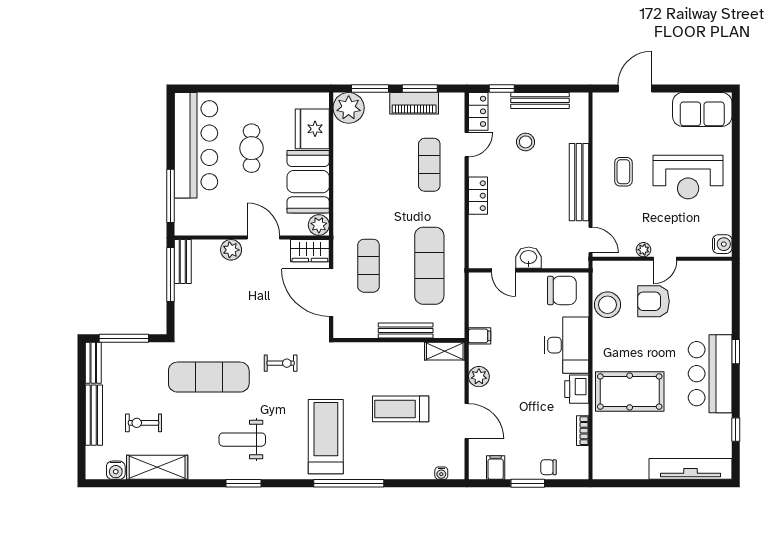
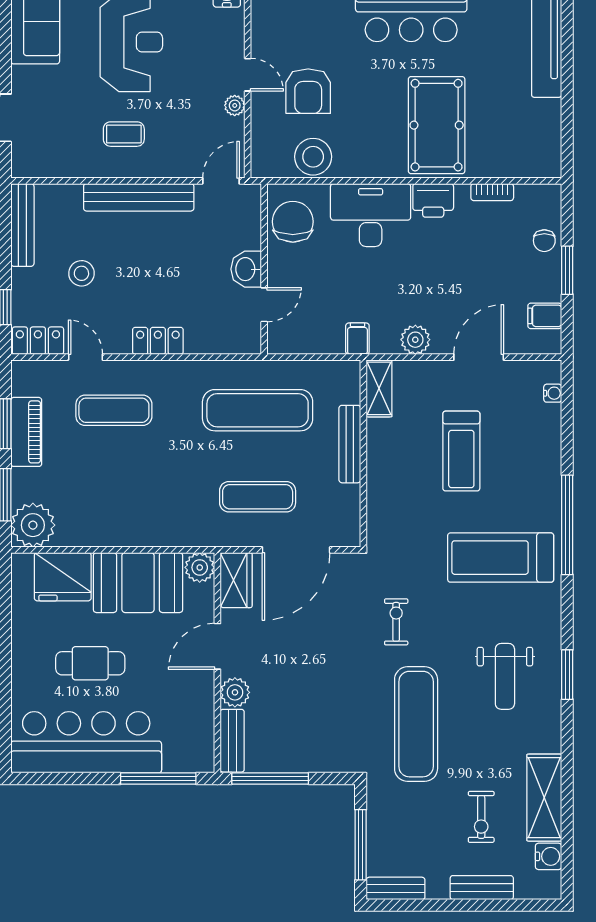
bench: (540, 100) -> (22, 225), moved
bench: (183, 262) -> (232, 741), moved, turned 90
bench: (94, 415) -> (482, 888), width x0.73

